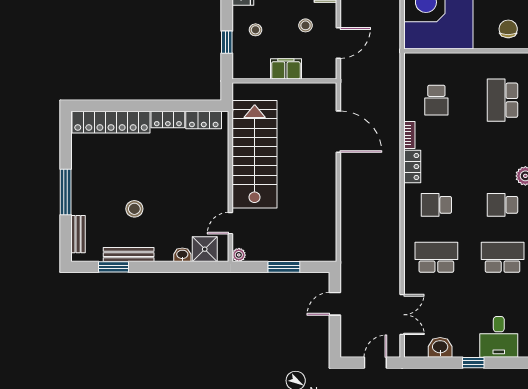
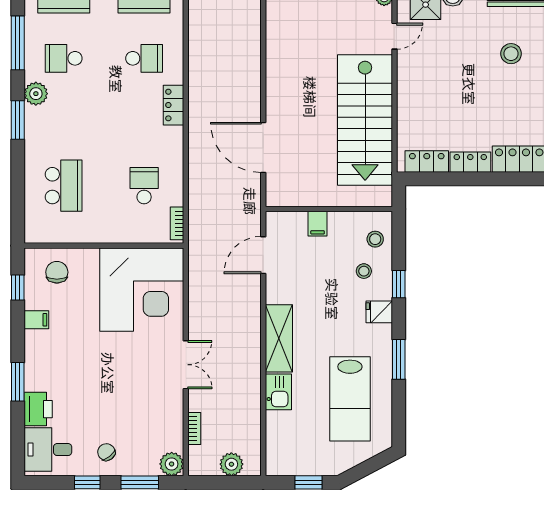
stool: (305, 25) -> (375, 239), moved
chair: (508, 29) -> (57, 272), turned 180
window: (227, 42) -> (399, 284), moved
filing cabinet: (286, 69) -> (318, 224), width x0.50
bookcase: (409, 135) -> (177, 223), moved
school desk: (503, 205) -> (64, 58), turned 180

